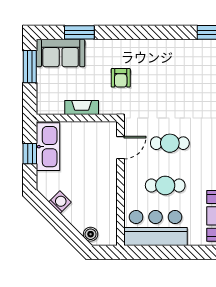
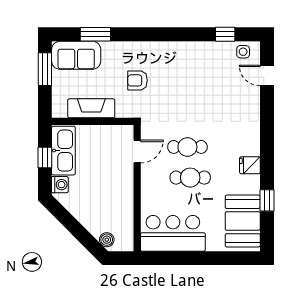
armchair: (121, 78) -> (137, 80), turned 90
fireplace: (82, 107) -> (91, 108), width x1.37, depth x1.32
cafe table: (165, 185) -> (190, 178), moved
washing machine: (60, 202) -> (60, 185), moved, turned 45

